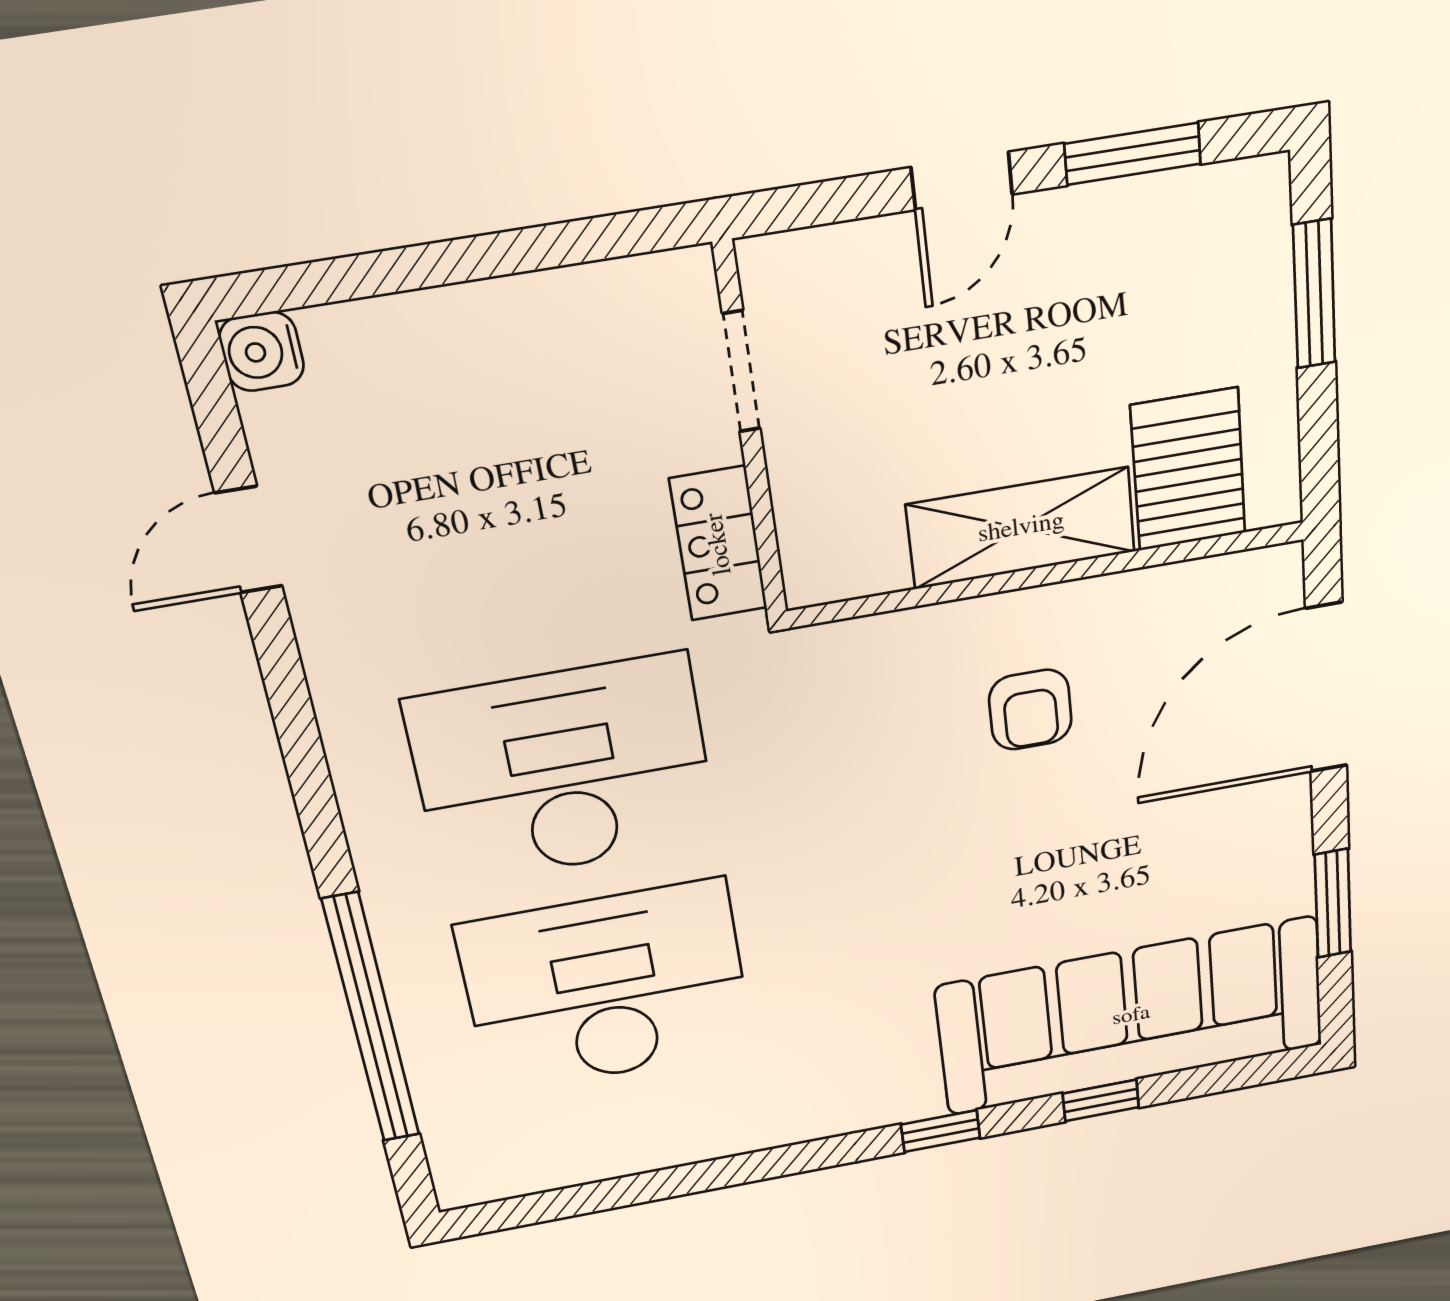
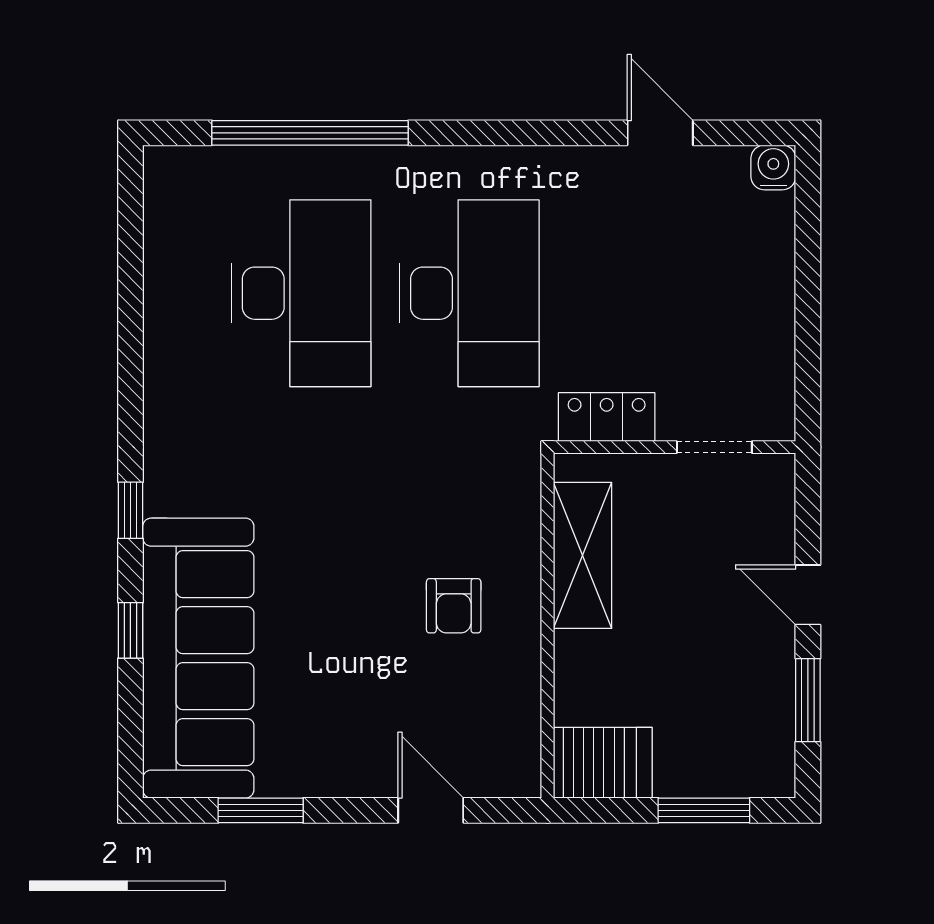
server rack: (1188, 470) -> (603, 763), moved
shelving: (1021, 528) -> (582, 555), moved
door: (1326, 688) -> (431, 810), width x0.53
armchair: (1030, 710) -> (454, 606), turned -90

